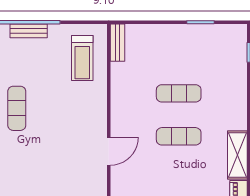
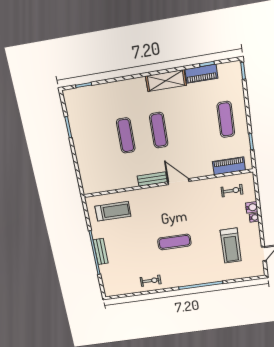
bench: (117, 43) -> (152, 179), moved
exercise mat: (17, 108) -> (174, 242), moved

